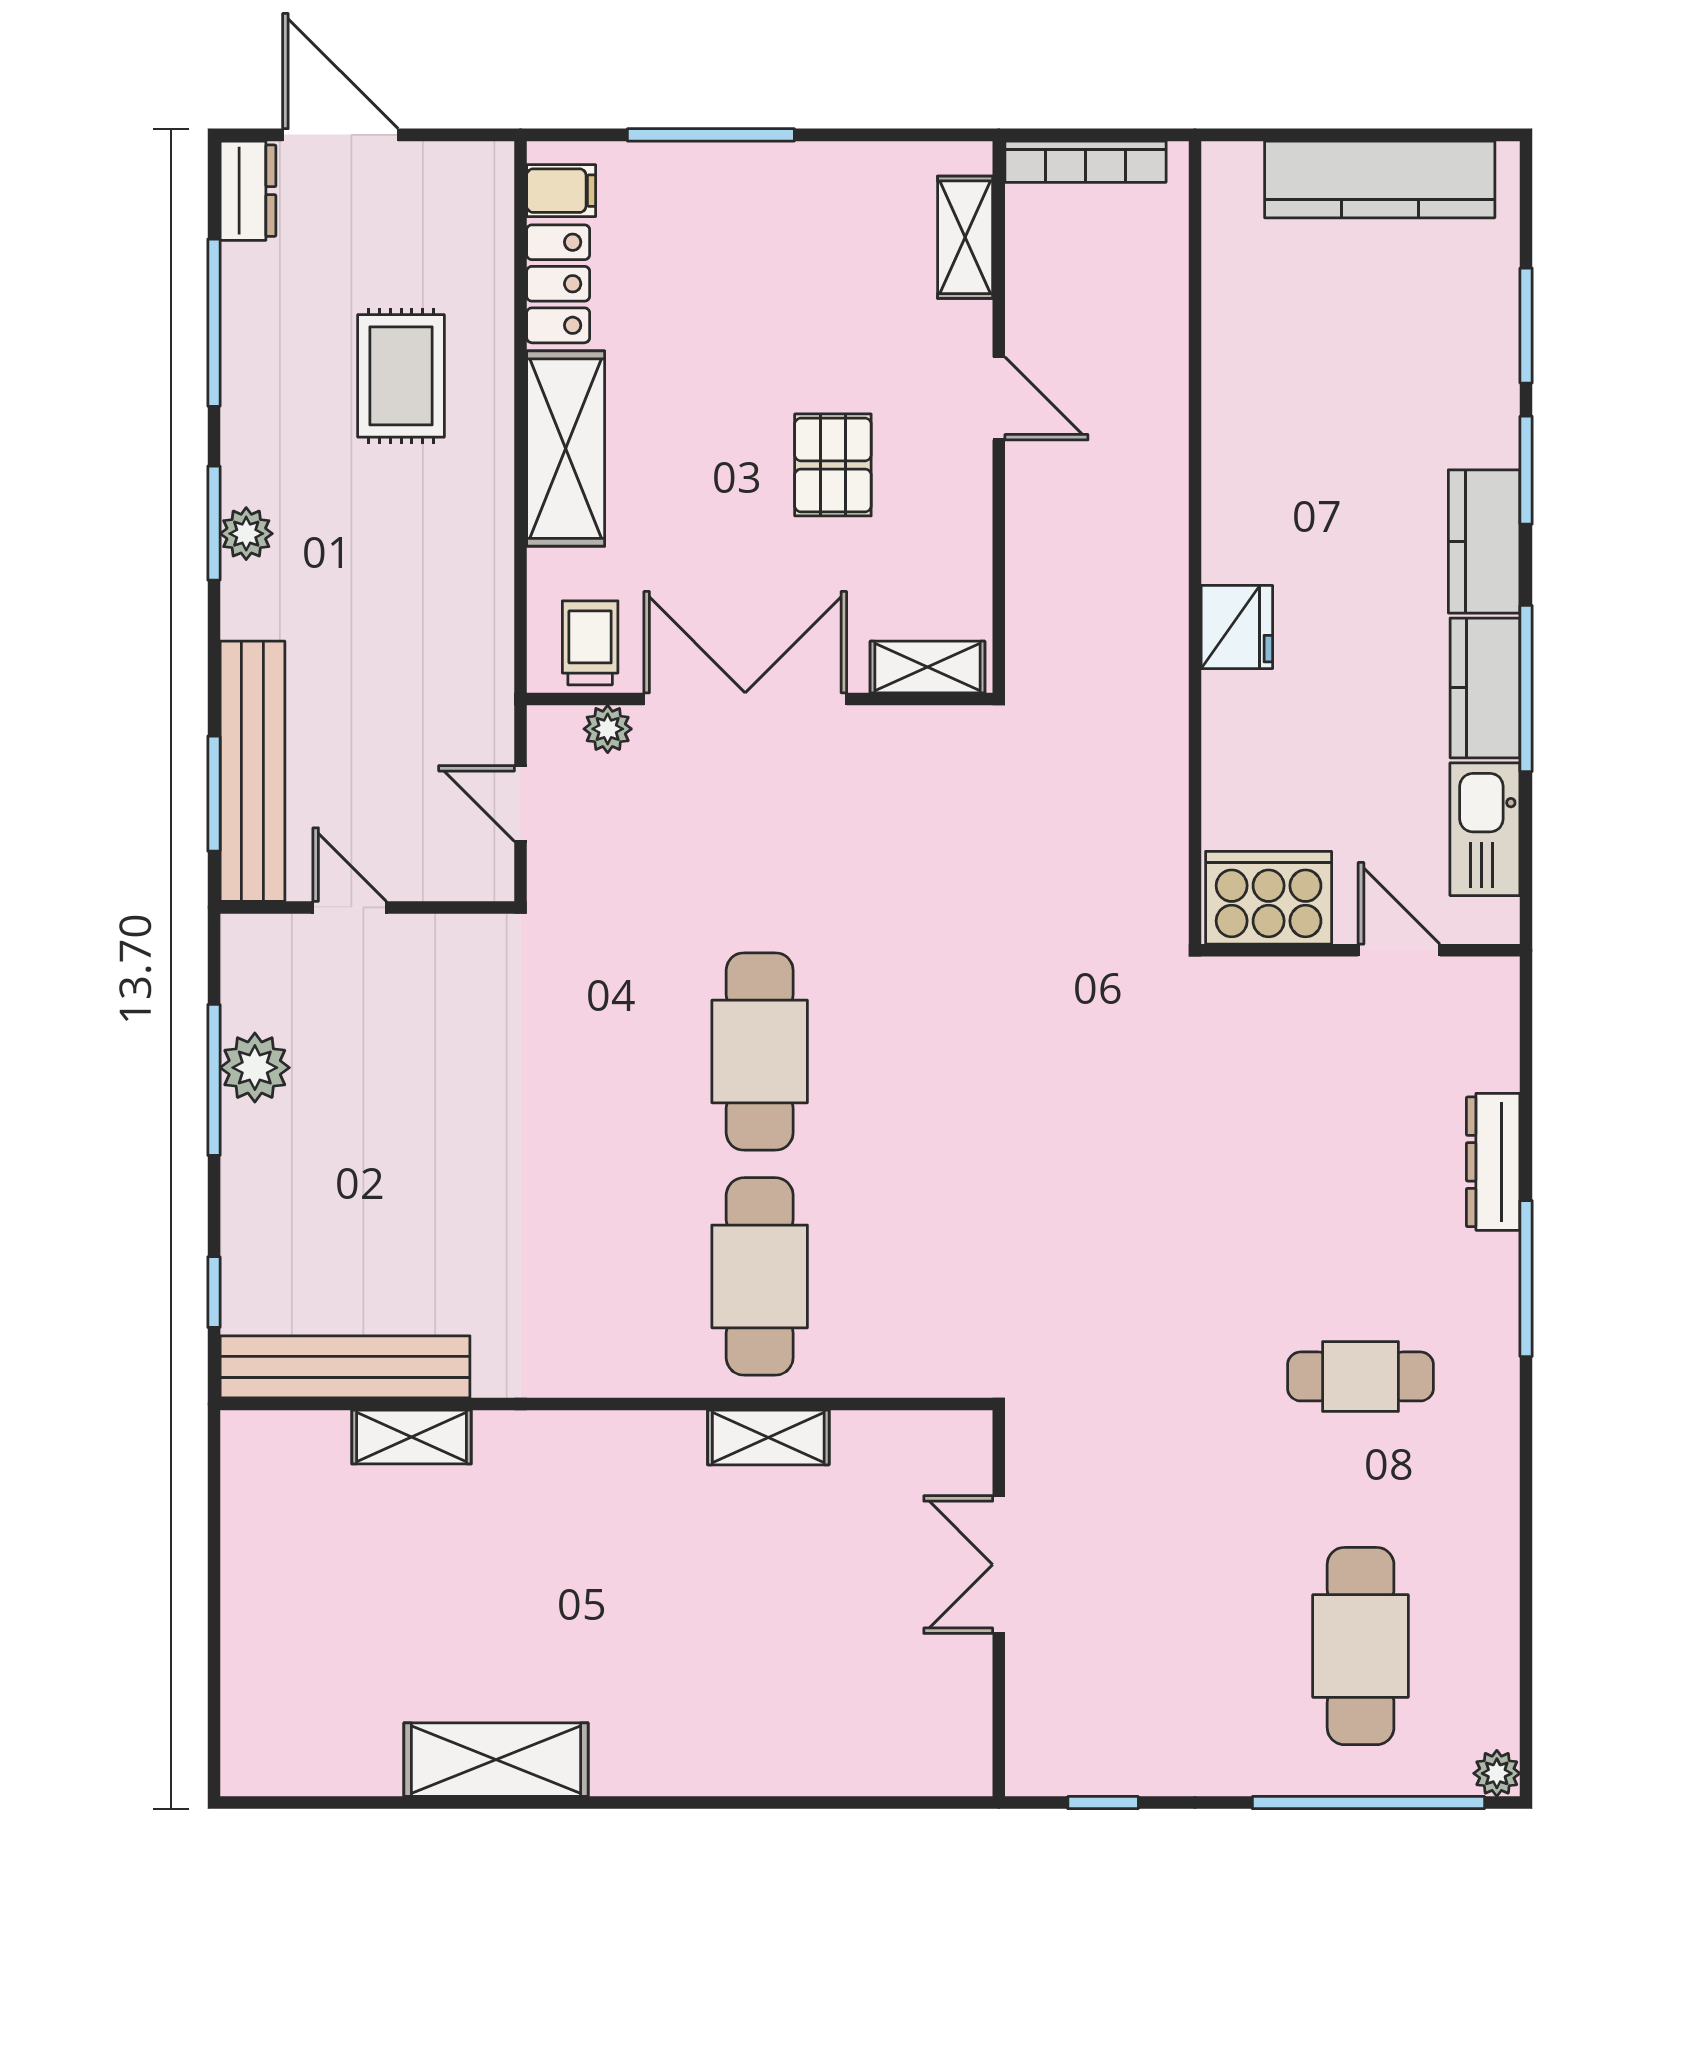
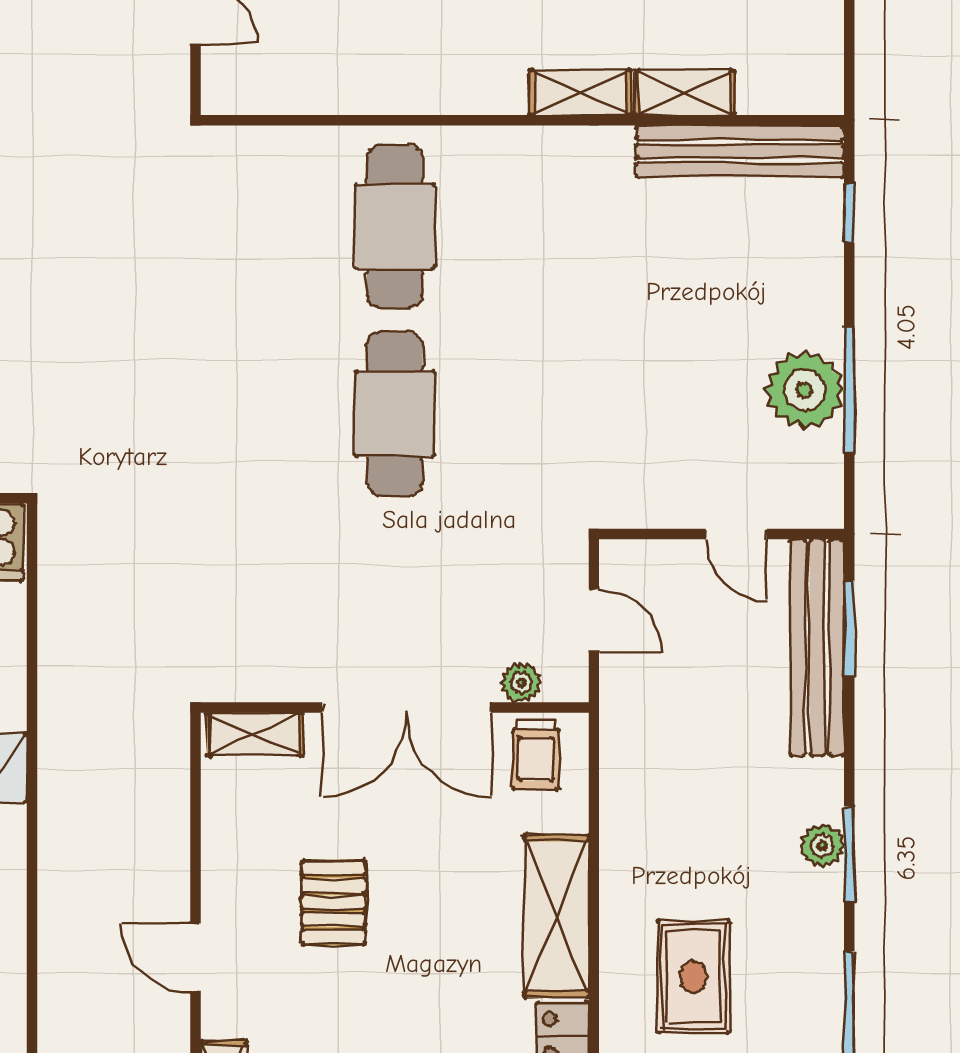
plant: (255, 1068) -> (805, 390), width x1.36, depth x1.36
shelving: (768, 1438) -> (580, 92), moved

